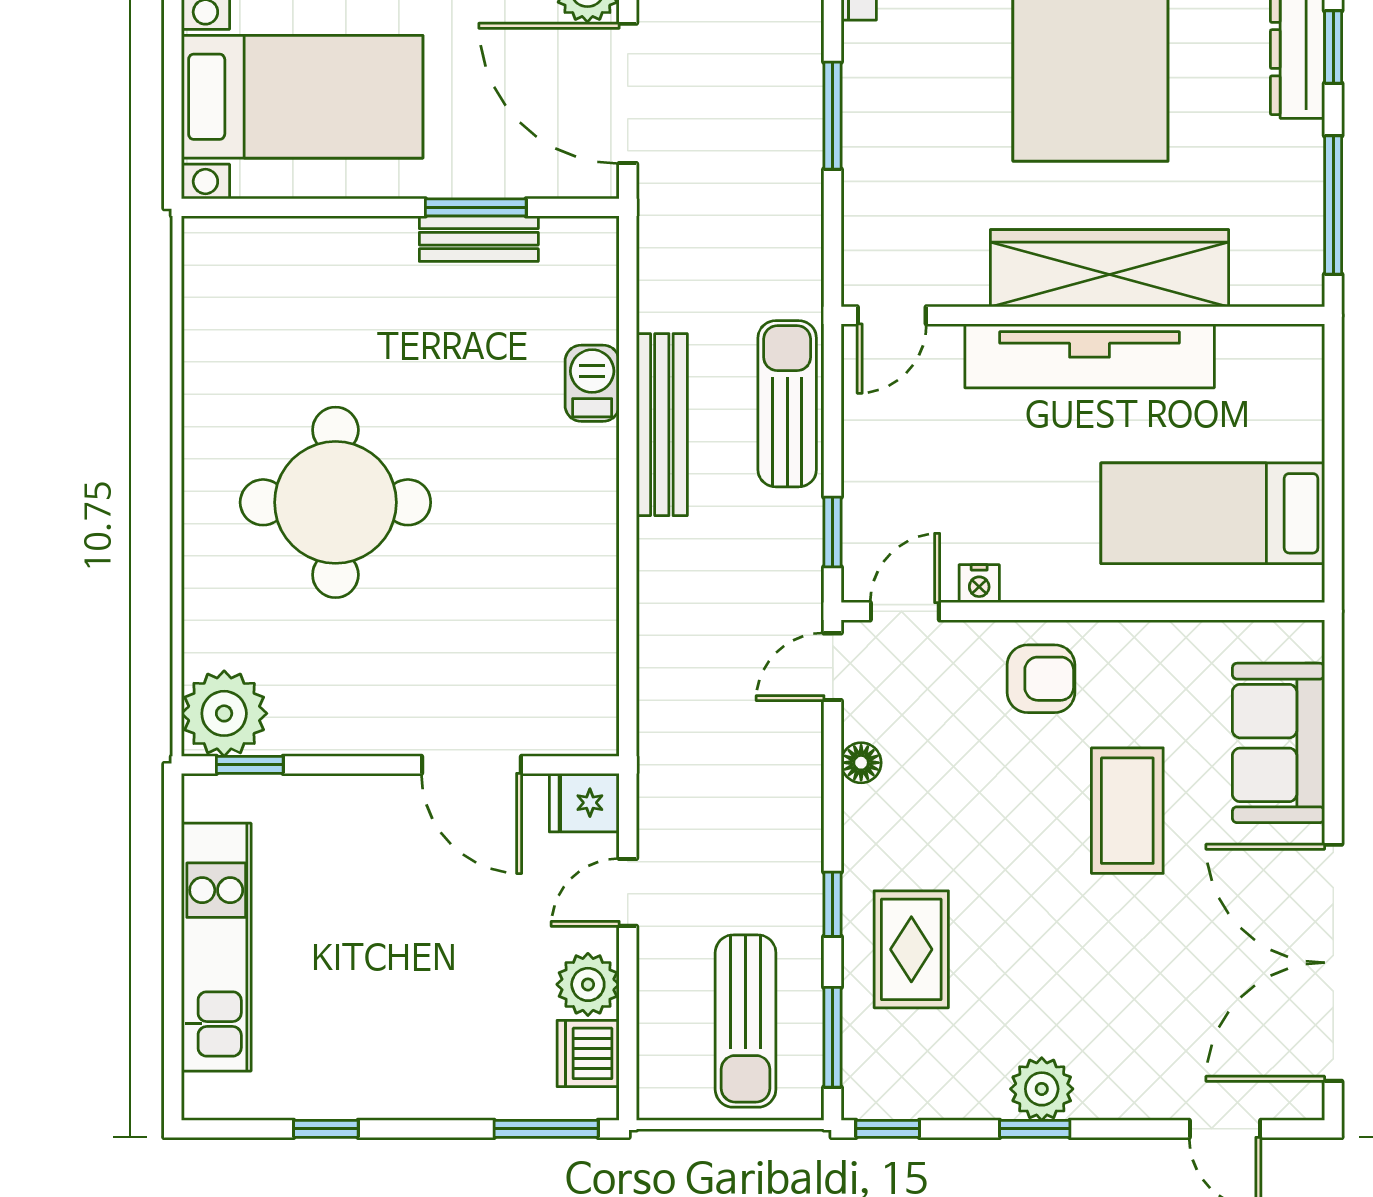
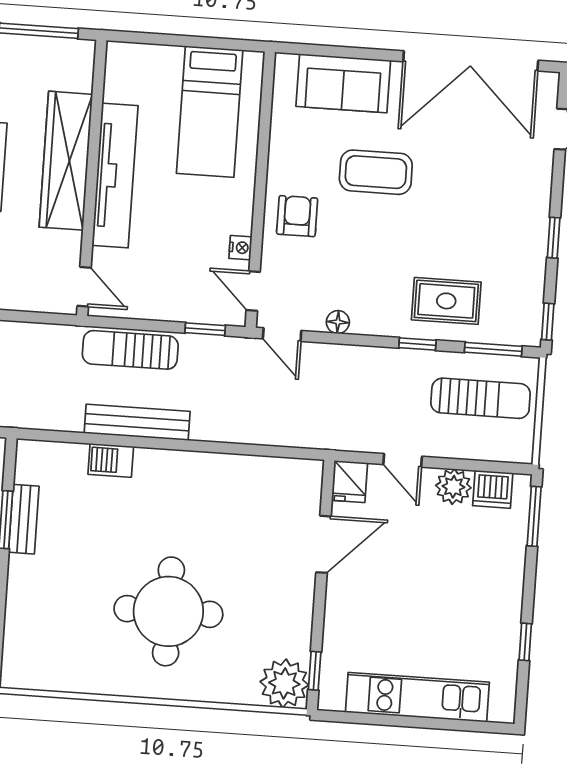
plant: (1042, 1089) -> (531, 232), removed

